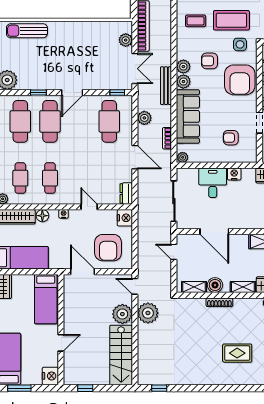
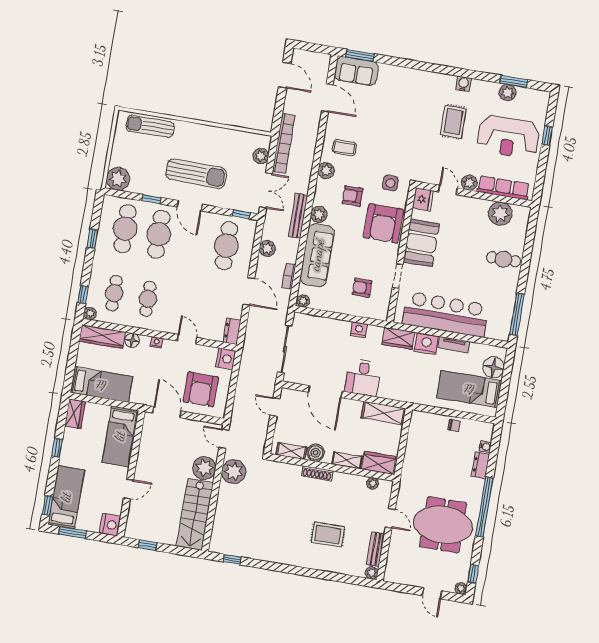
coffee table: (231, 20) -> (385, 154), removed
sun lounger: (73, 64) -> (196, 174), added
plant: (183, 67) -> (326, 171), moved
door: (72, 93) -> (190, 206), hinge flipped
desk: (213, 183) -> (363, 377), moved, turned 180

